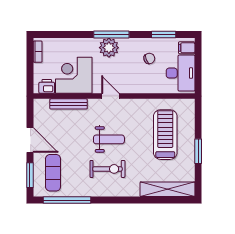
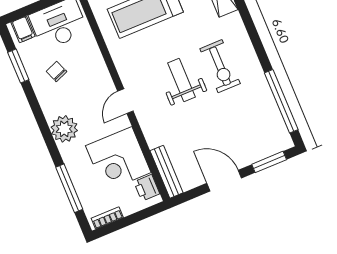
window: (111, 35) -> (69, 188), moved
bench: (69, 104) -> (167, 172), moved
door: (30, 140) -> (224, 181), hinge flipped
exercise bike: (107, 169) -> (220, 66), turned 180
exercise mat: (53, 173) -> (254, 134), removed

